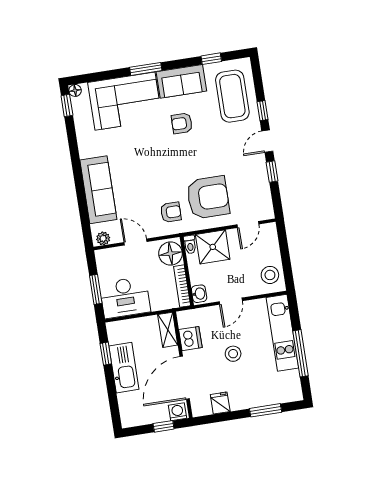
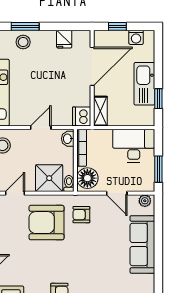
window: (96, 289) -> (158, 169), moved
dishwasher: (190, 339) -> (82, 116), moved
stool: (233, 354) -> (23, 42), moved
washing machine: (177, 412) -> (136, 37), moved

